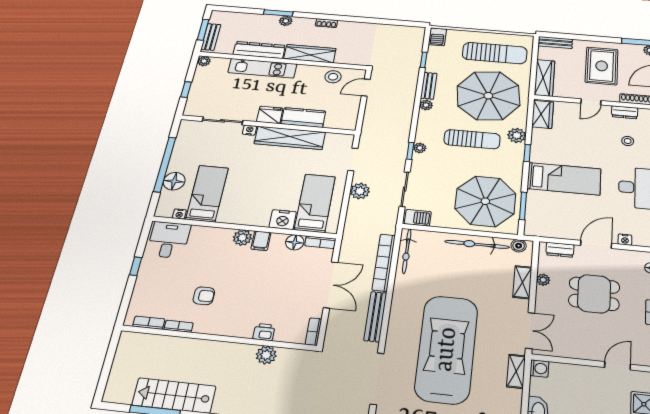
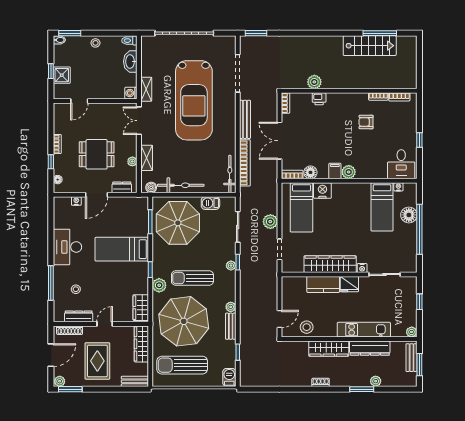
plant: (286, 21) -> (376, 381), moved
dresser: (625, 112) -> (79, 316), width x1.44
barbecue: (418, 218) -> (210, 203), moved

